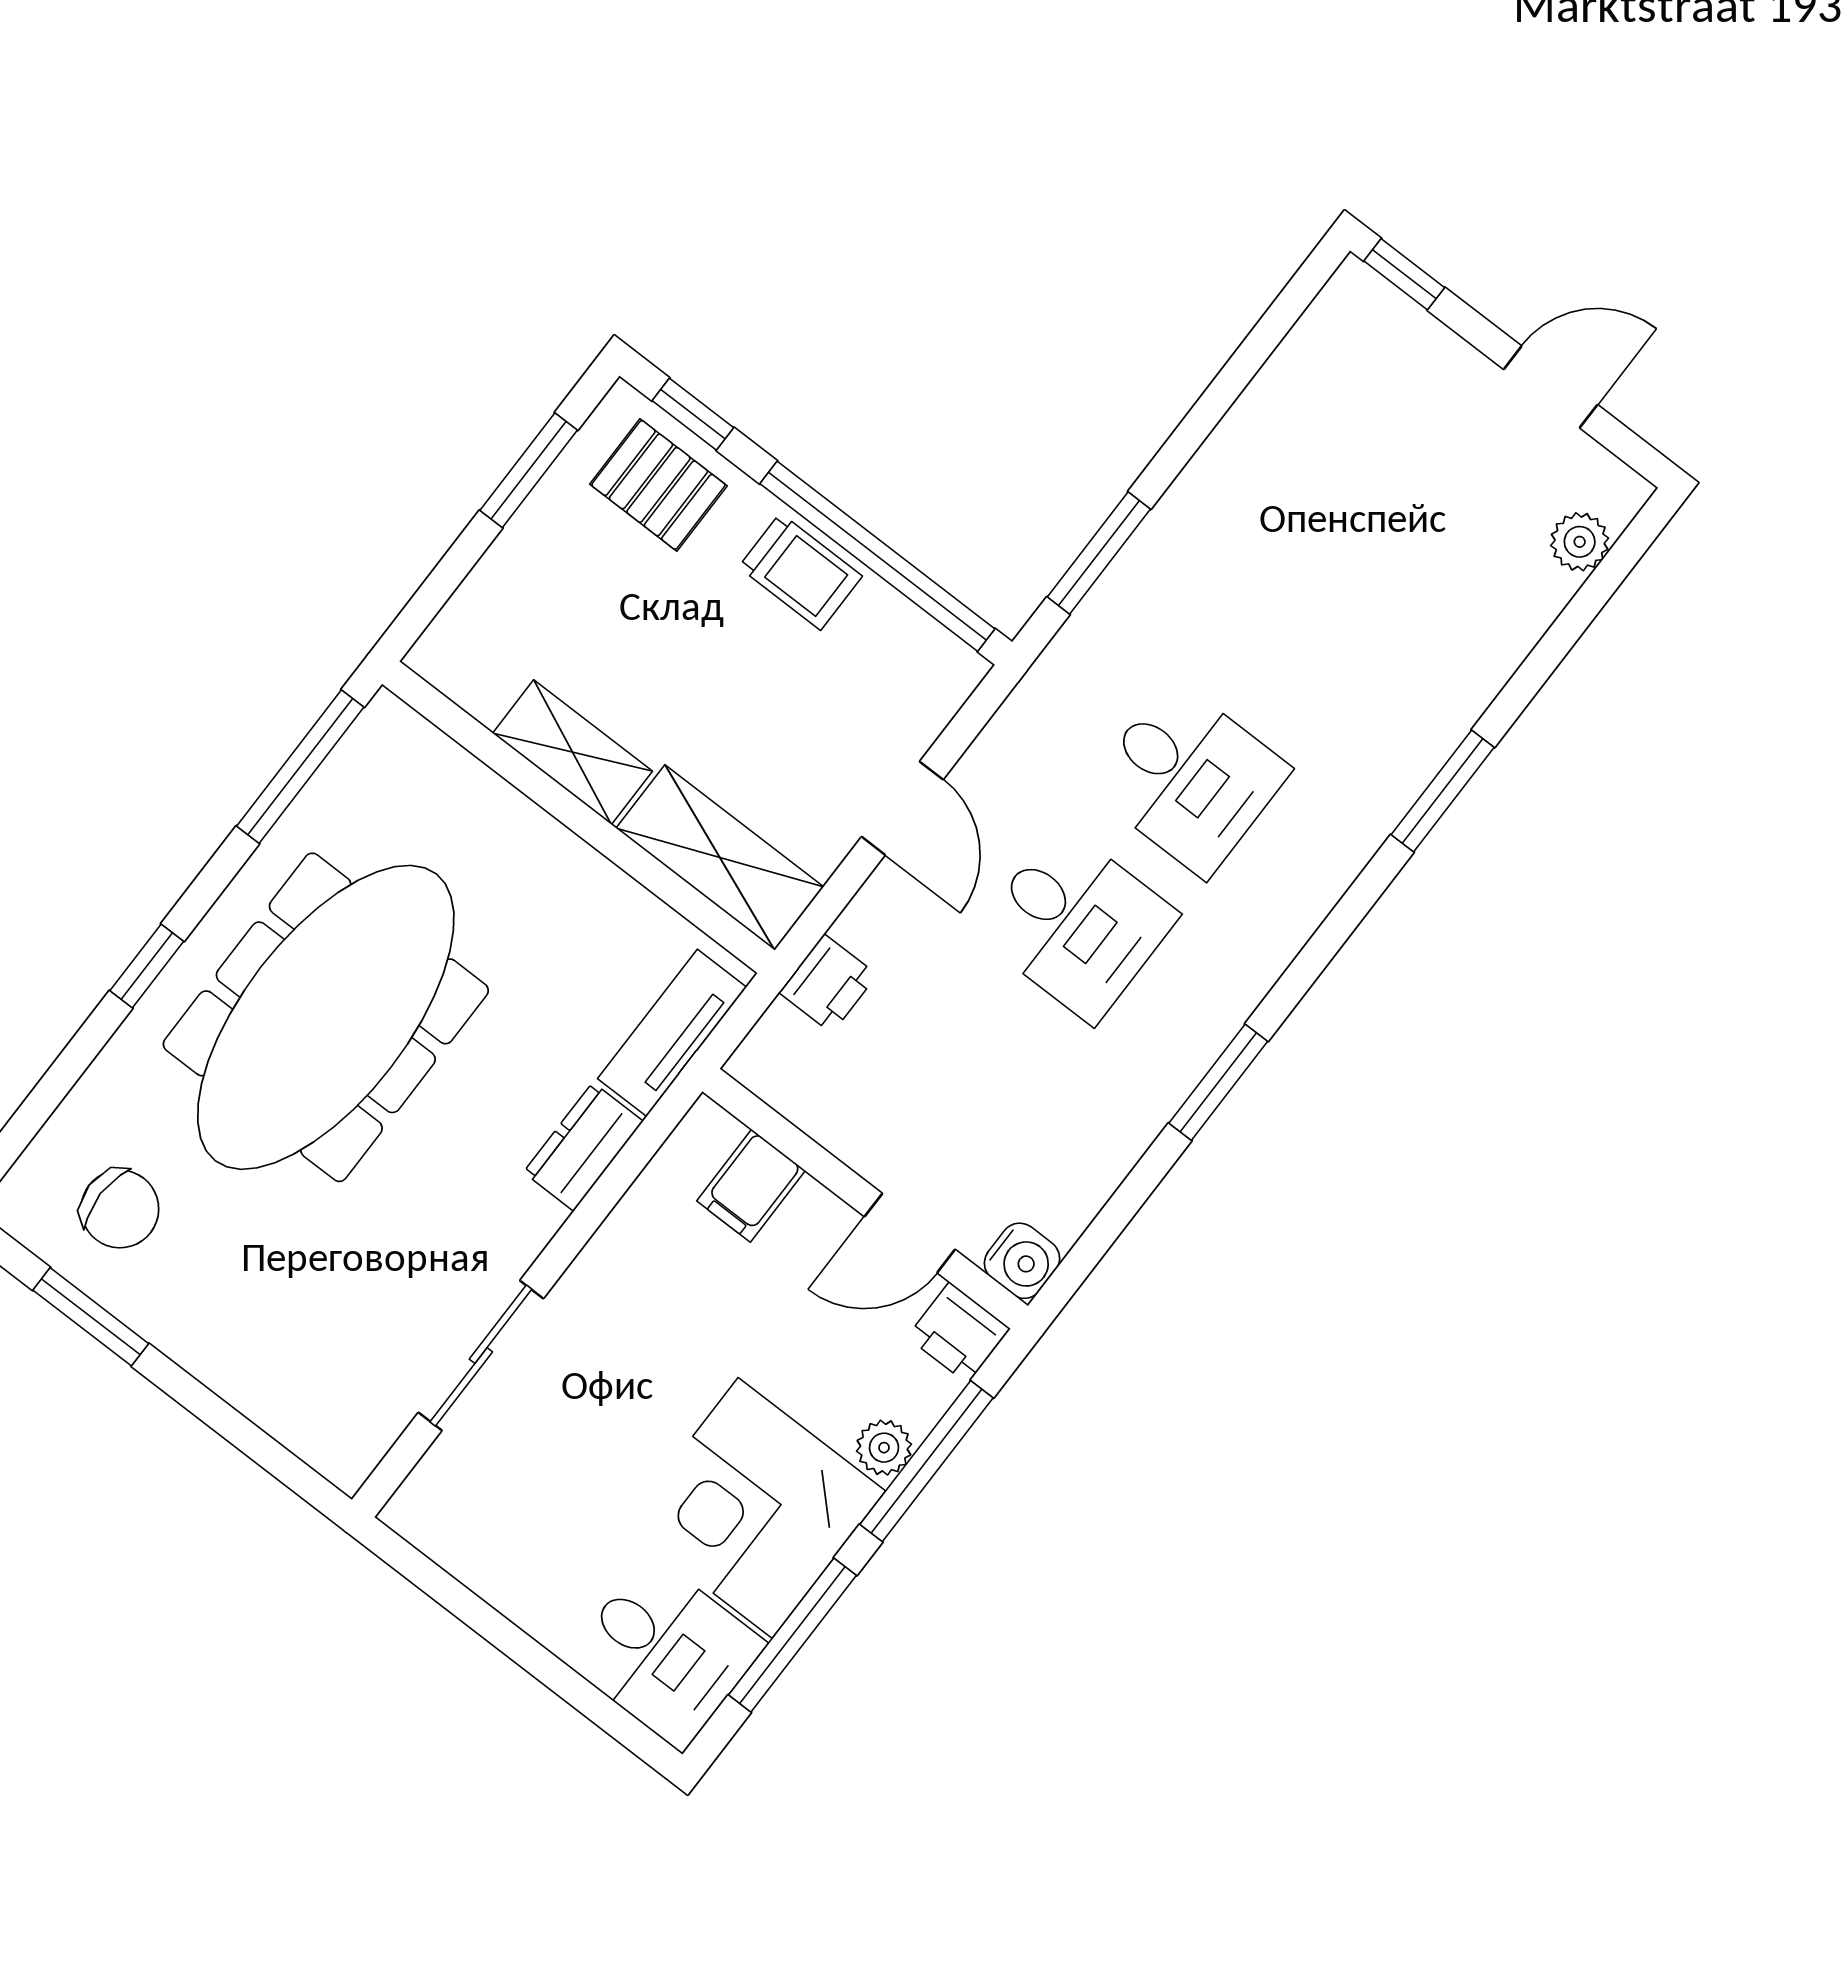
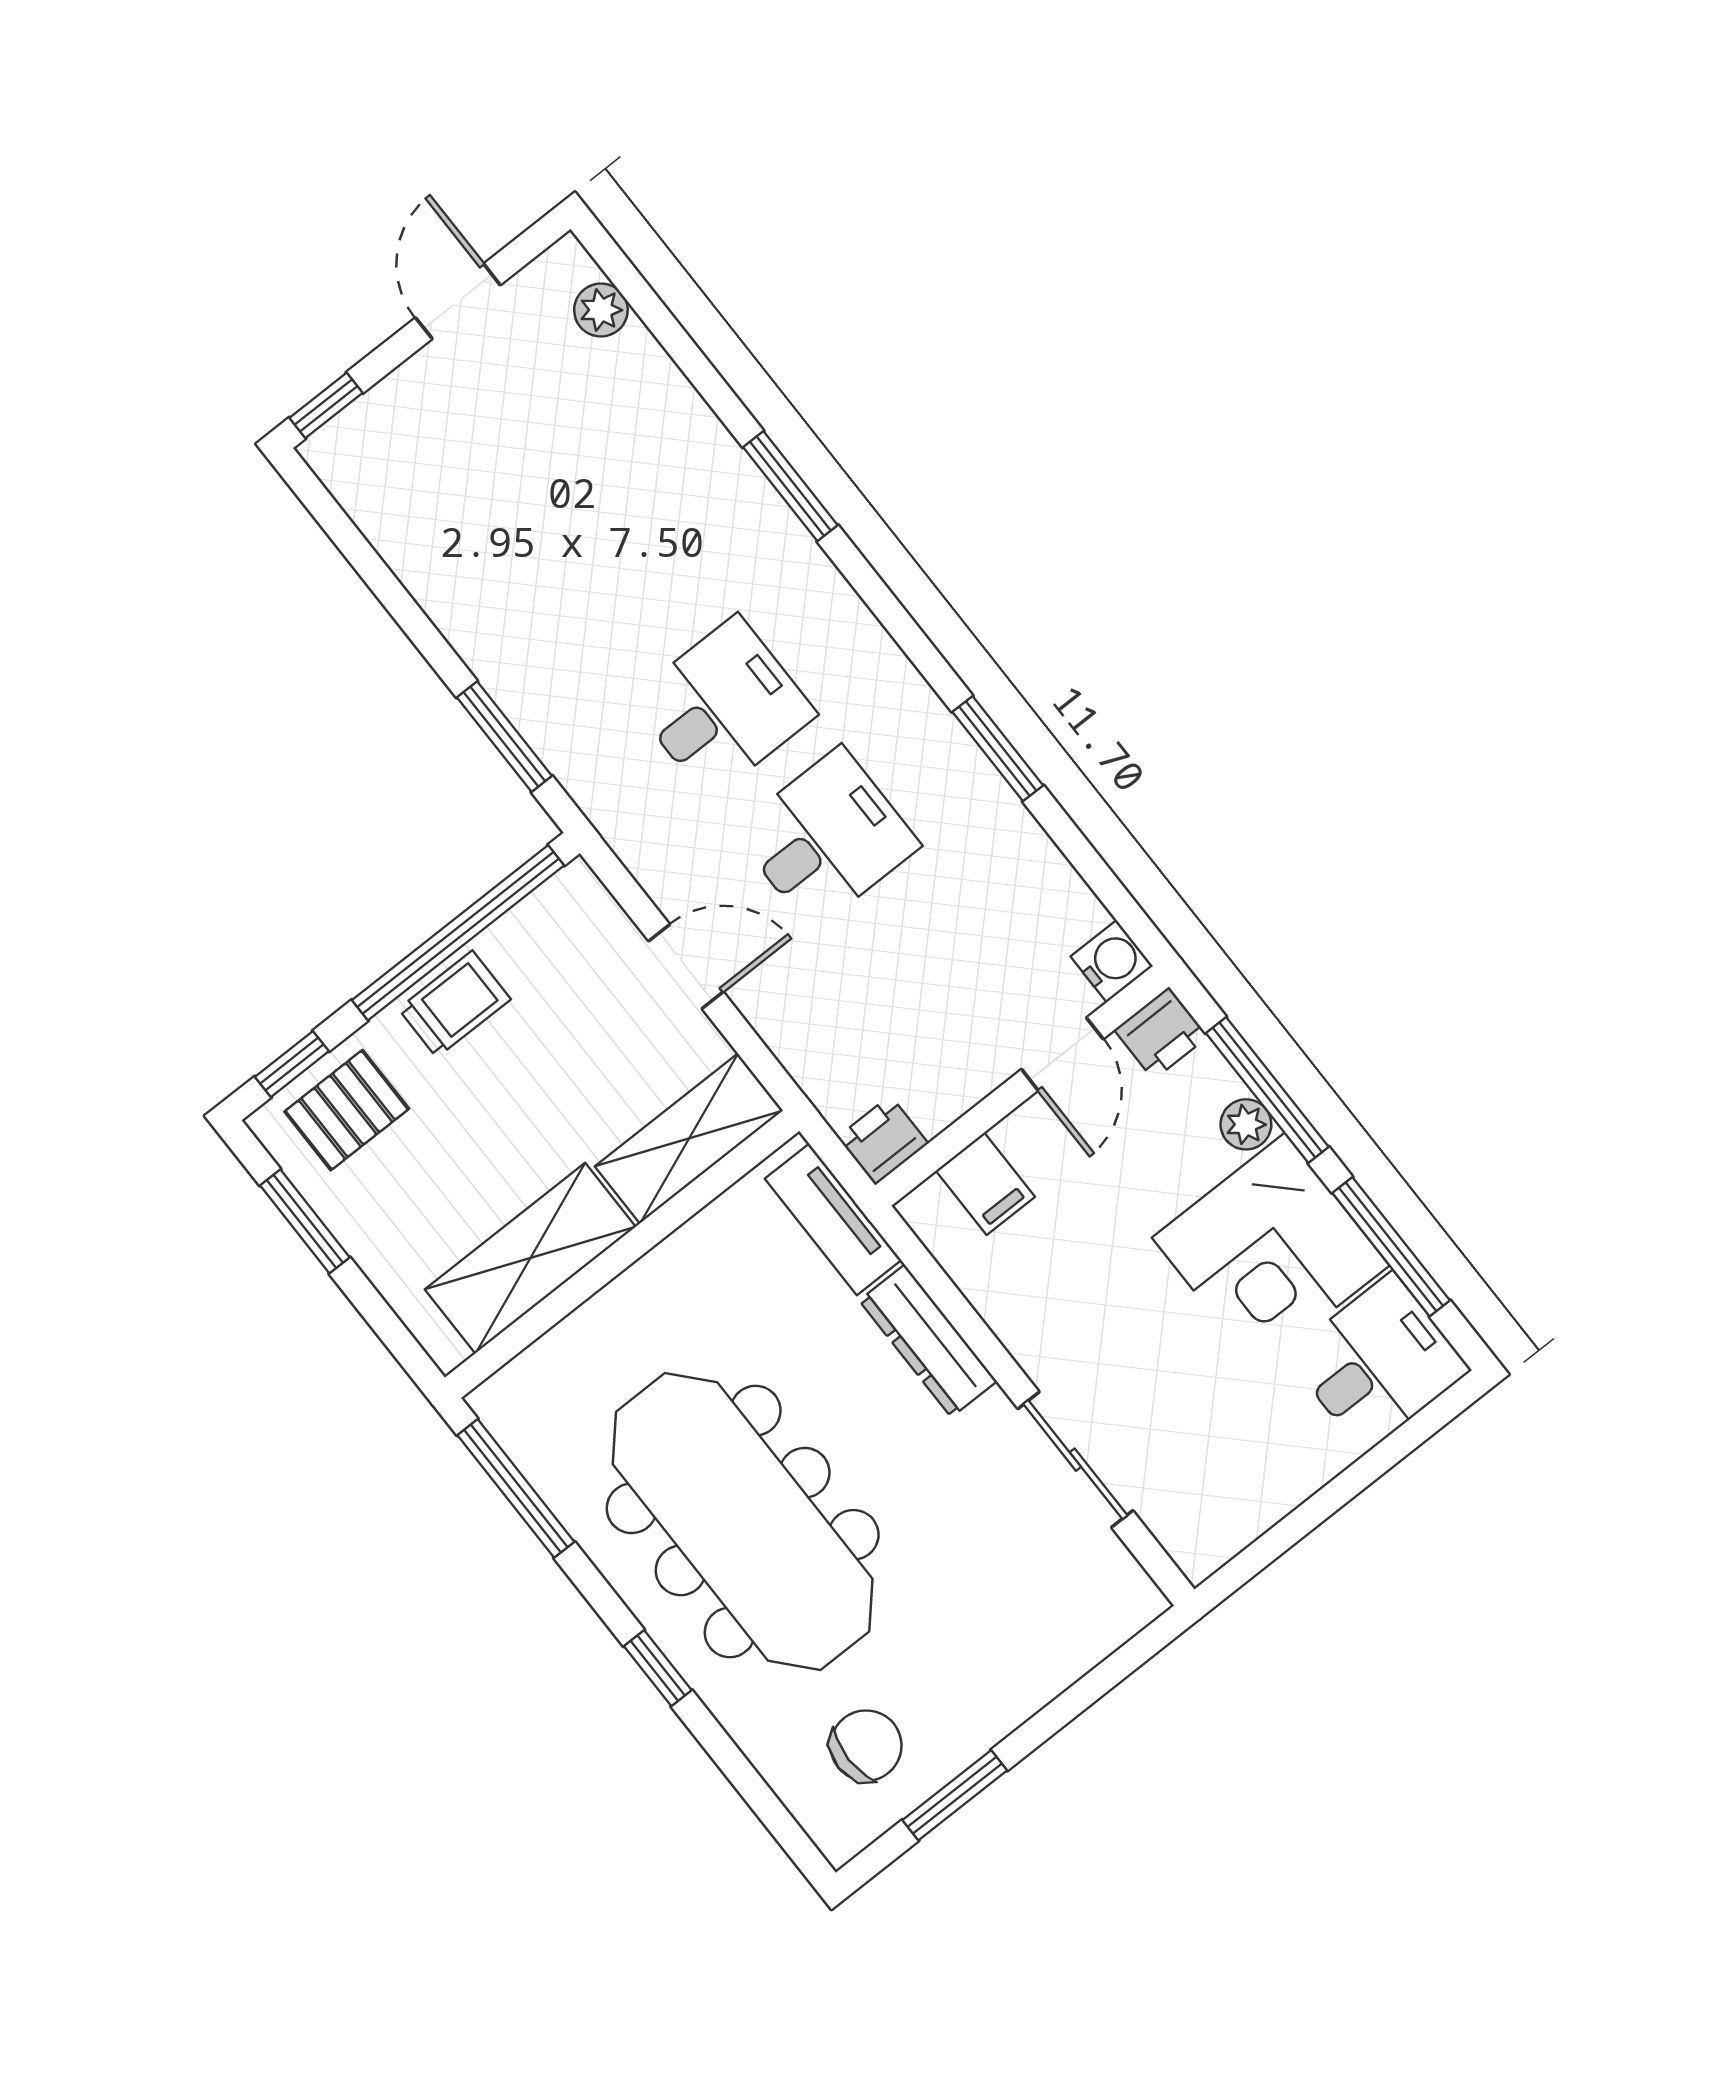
shelving: (573, 752) -> (530, 1258), width x1.50, depth x1.33
printer: (828, 984) -> (883, 1140), moved, turned -90
dresser: (583, 1147) -> (928, 1341), width x1.44

